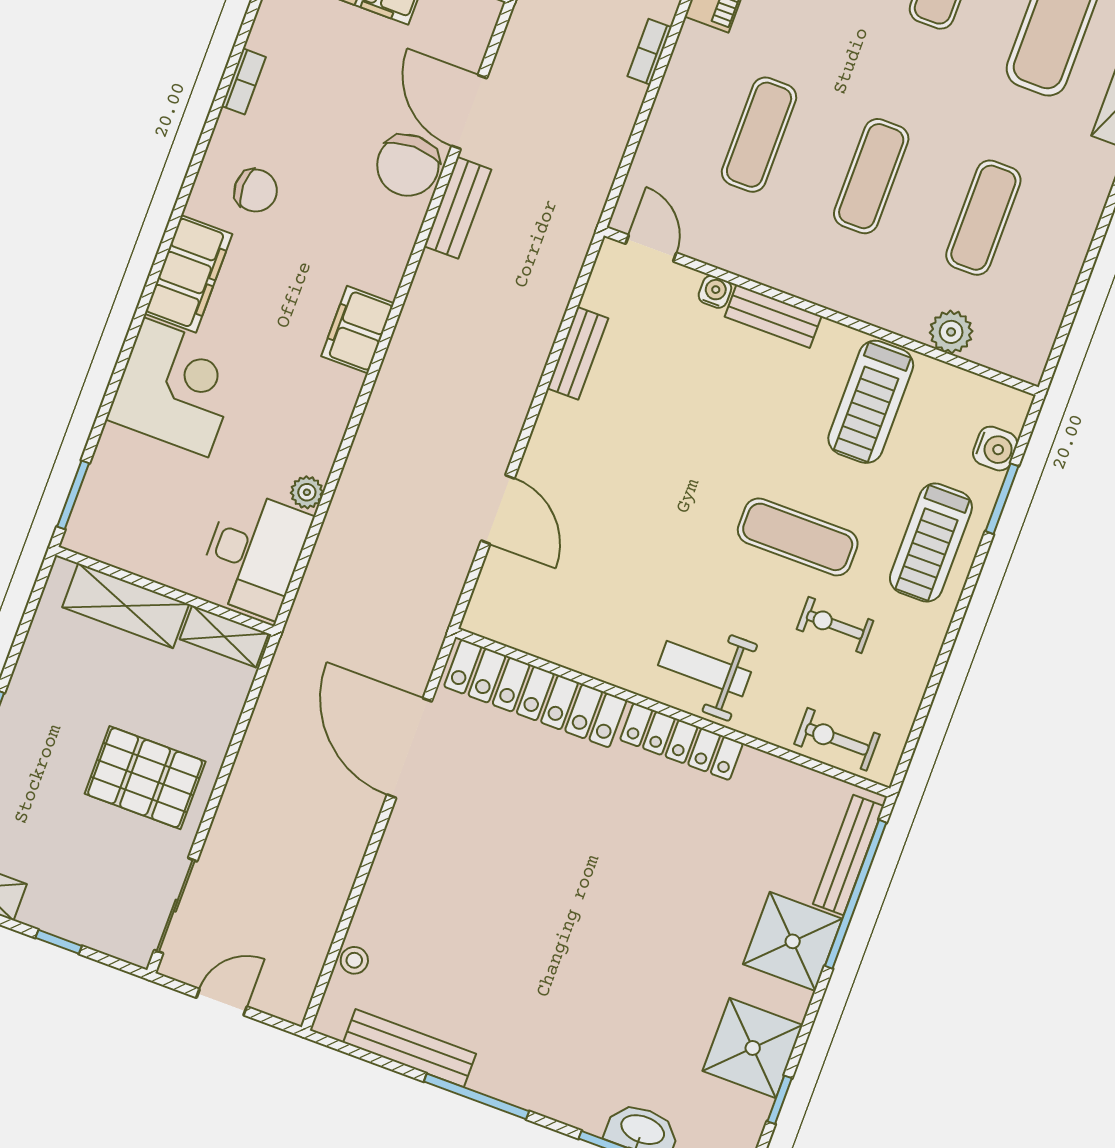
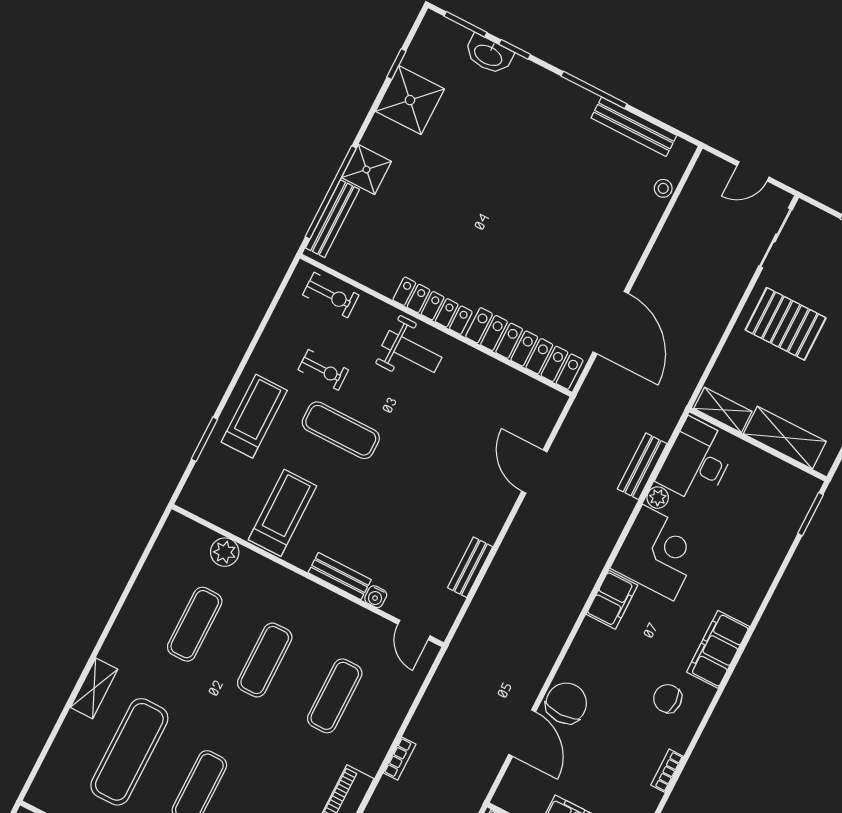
bench: (458, 208) -> (642, 466), moved
corner desk: (176, 387) -> (658, 553), moved, turned 180
water cooler: (995, 449) -> (205, 473), removed
shower: (793, 941) -> (366, 170), width x0.73, depth x0.73

